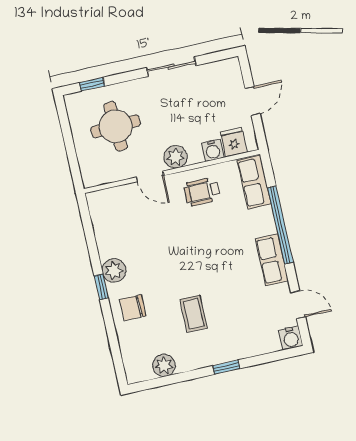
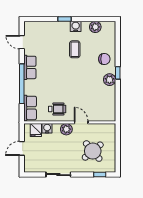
round table: (116, 126) -> (93, 151), turned -37
water cooler: (291, 338) -> (76, 26), moved

